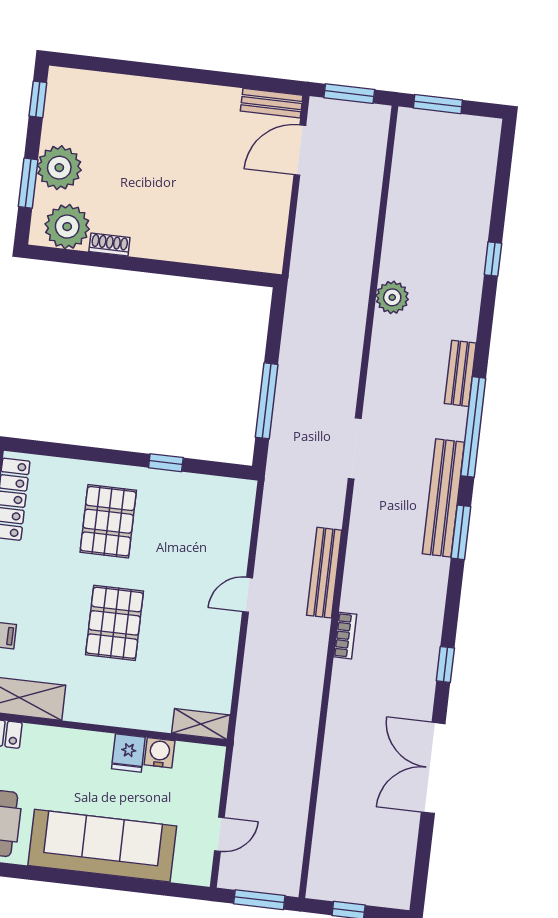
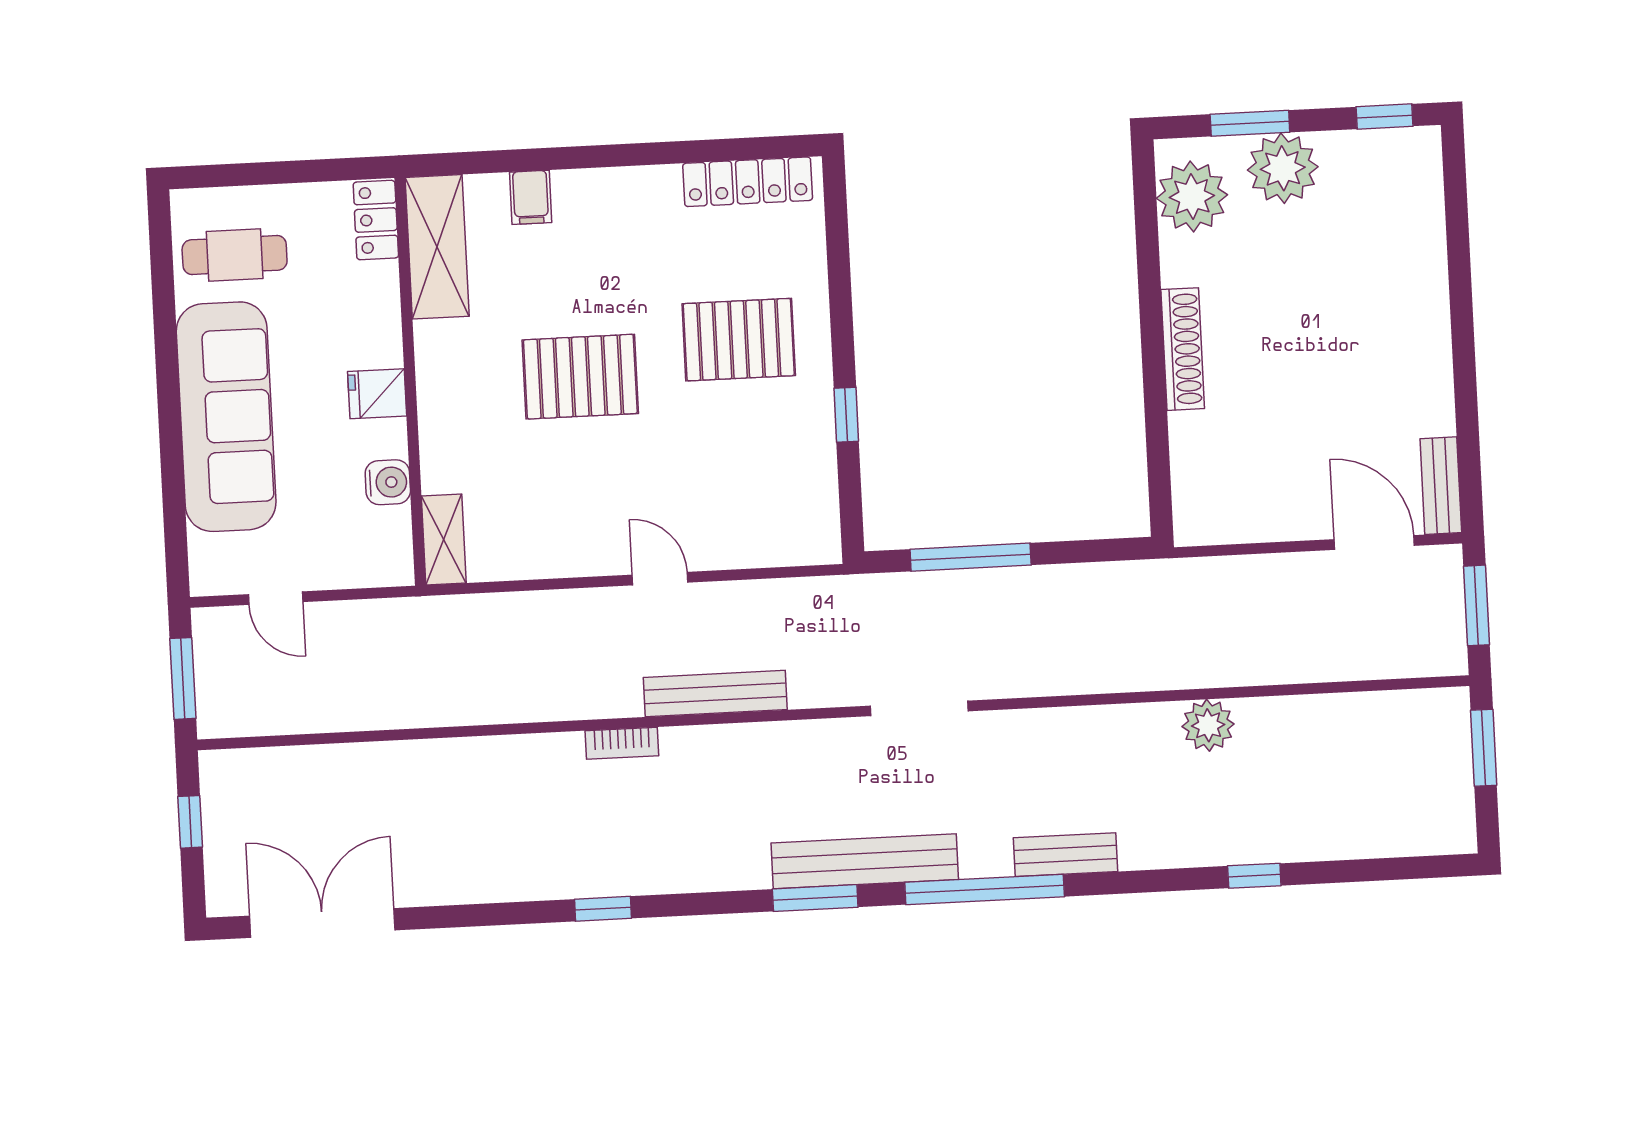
shoe rack: (109, 244) -> (1183, 349), moved, width x1.94, depth x1.24
plant: (392, 297) -> (1208, 725), moved
fridge: (128, 753) -> (377, 394), moved
double door: (433, 768) -> (322, 923), moved

